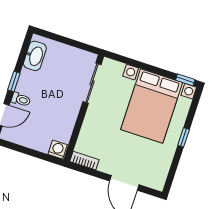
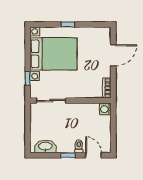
window: (185, 80) -> (28, 78), moved

